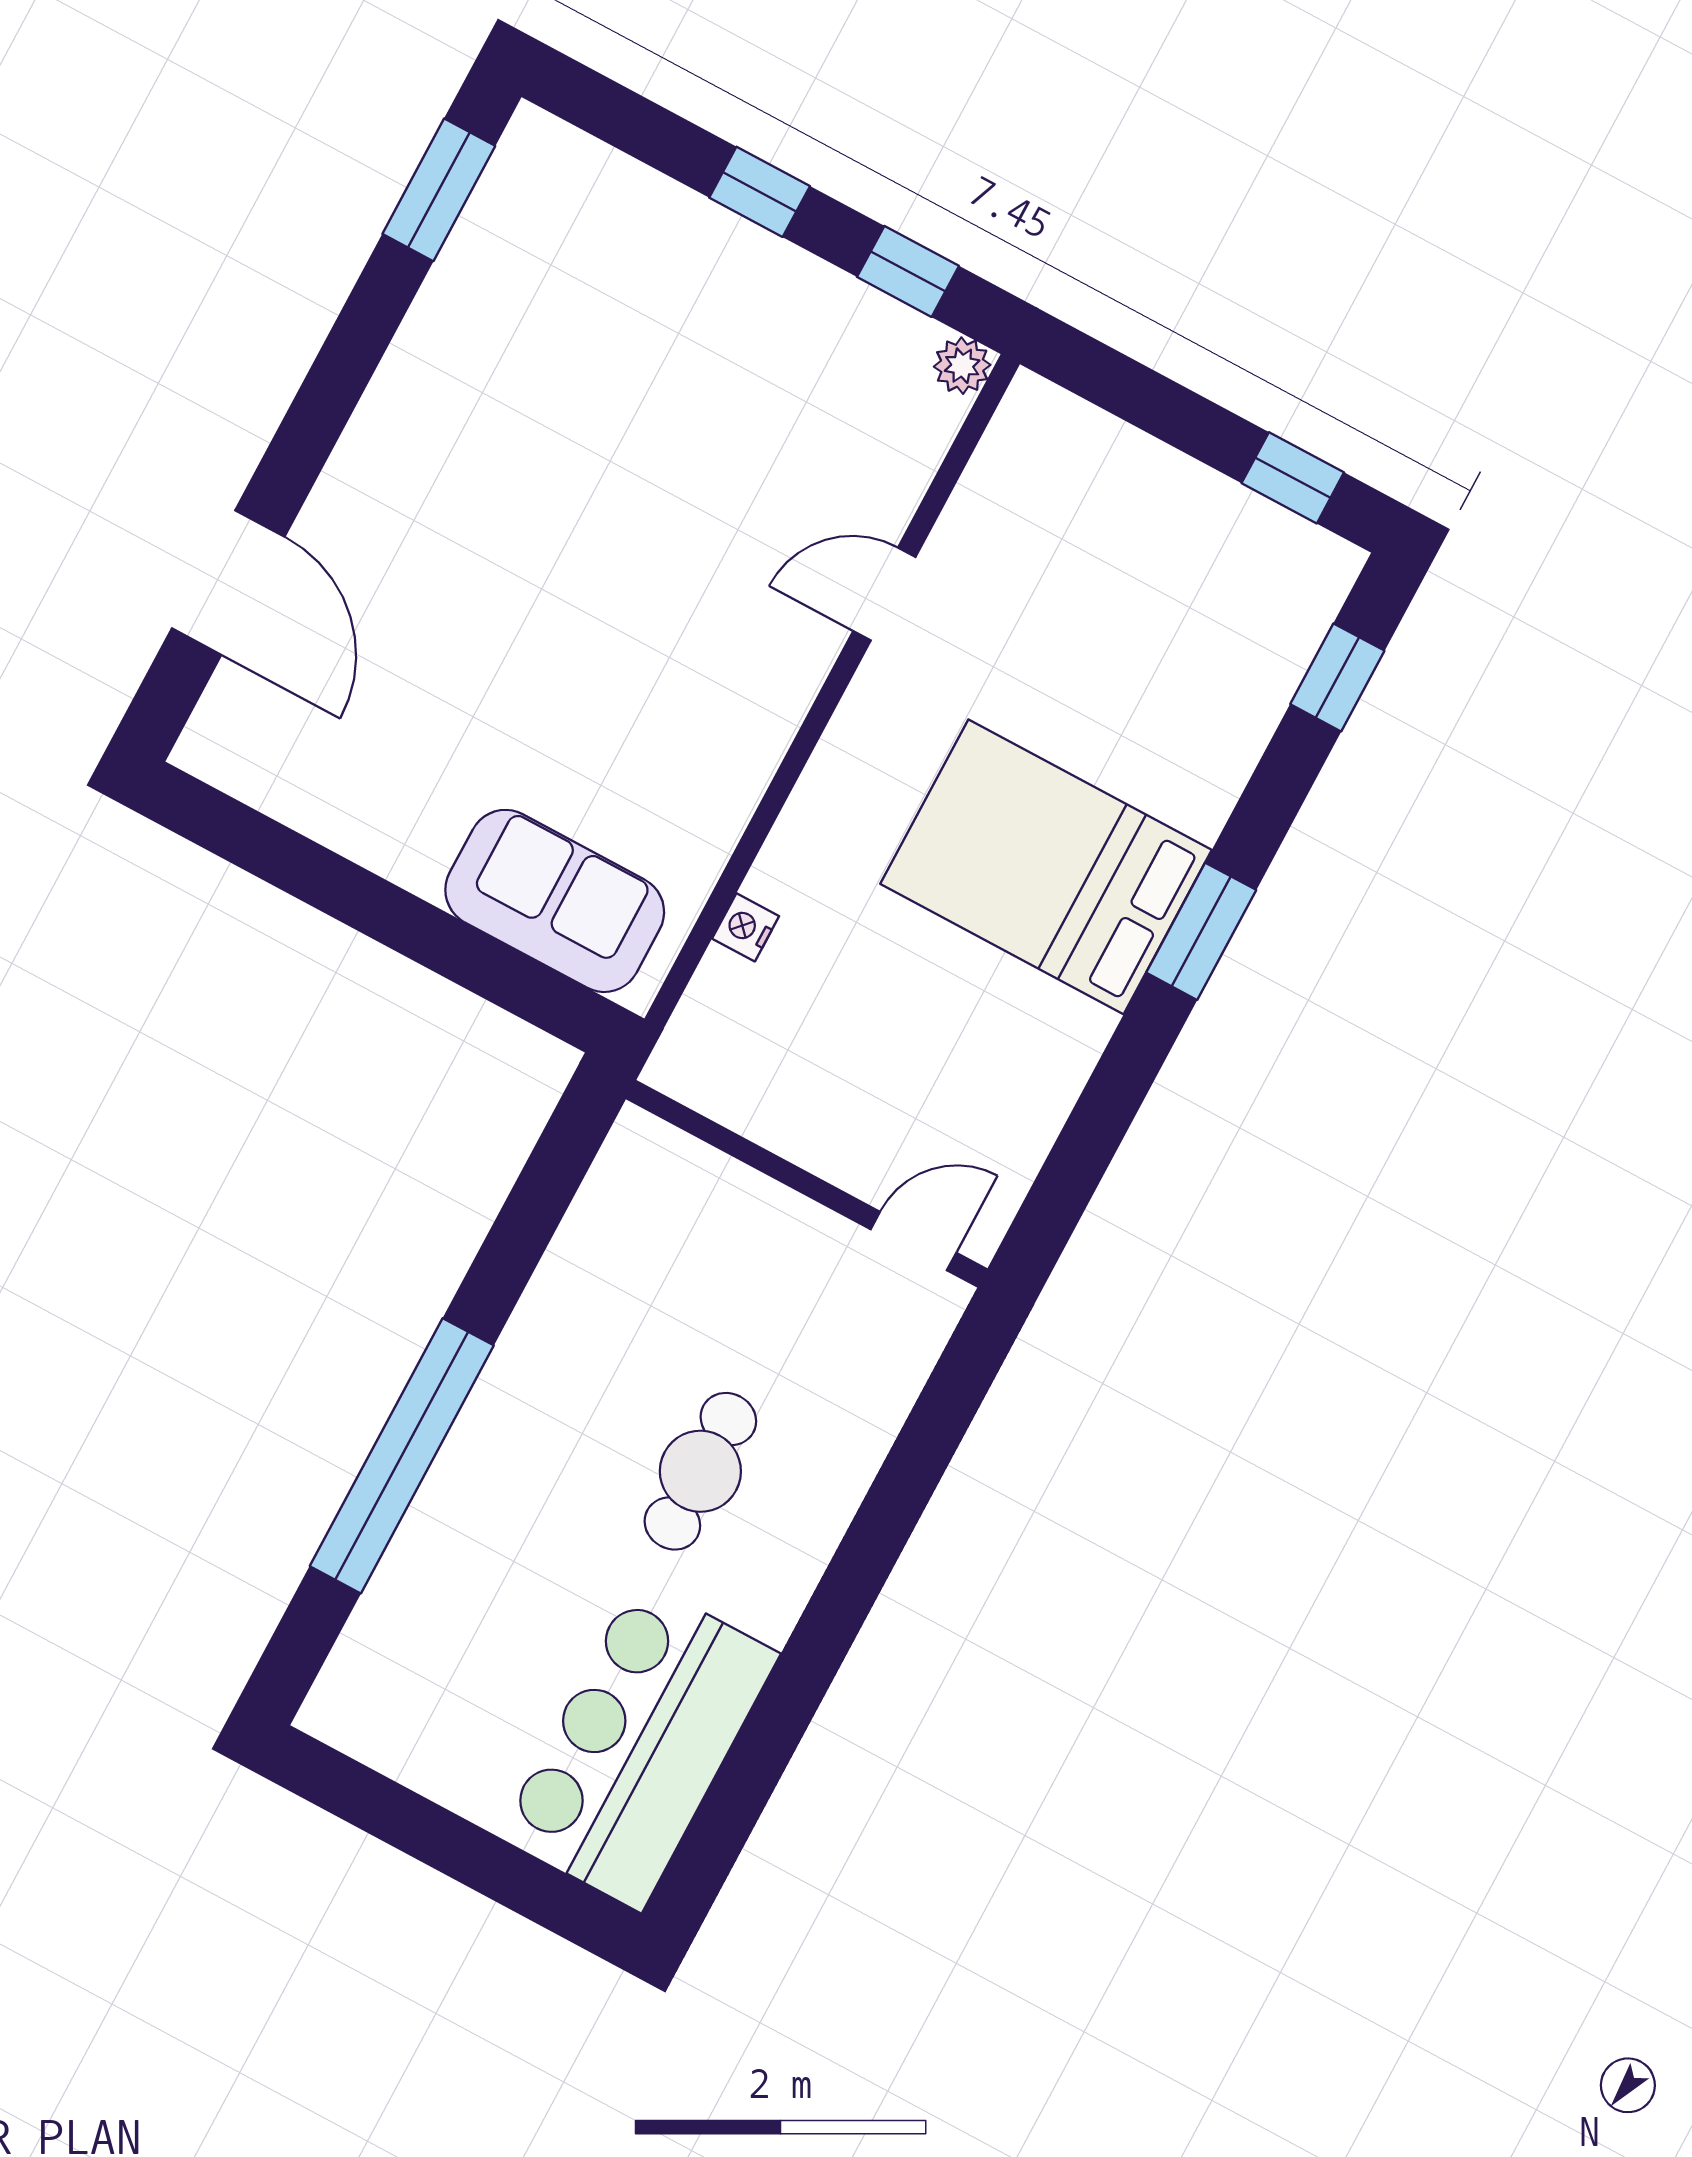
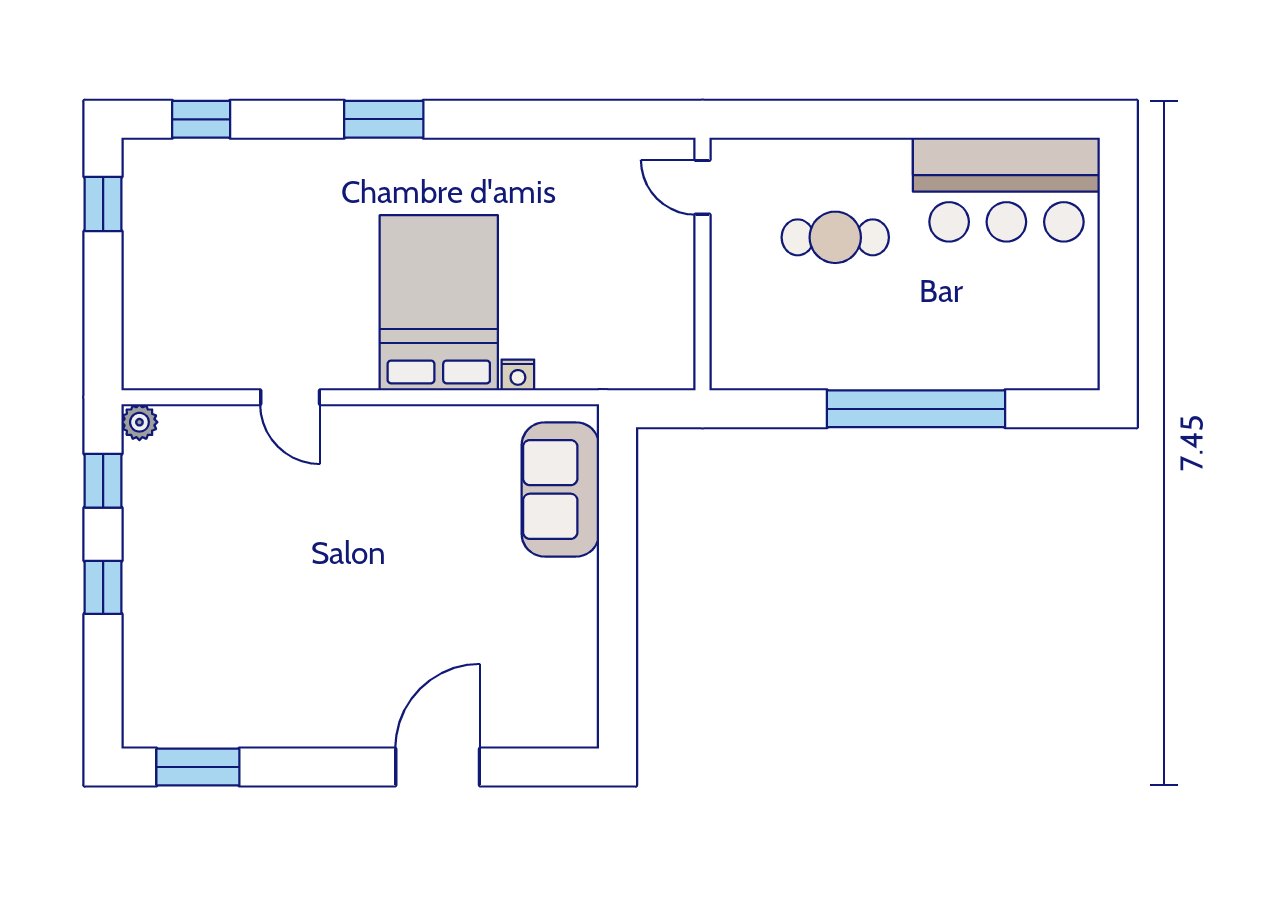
door: (228, 583) -> (438, 767), moved
bed: (1046, 867) -> (439, 303), moved, turned 180
wall: (807, 1184) -> (703, 264), moved
door: (913, 1241) -> (703, 187), moved

